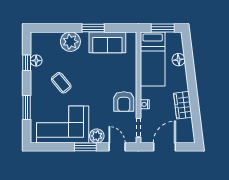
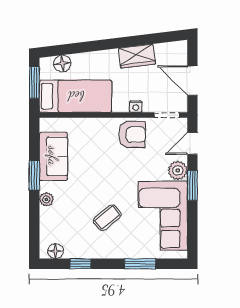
plant: (70, 42) -> (46, 199), width x0.53, depth x0.53
floor lamp: (179, 60) -> (62, 63), moved
floor lamp: (36, 61) -> (56, 251), moved

